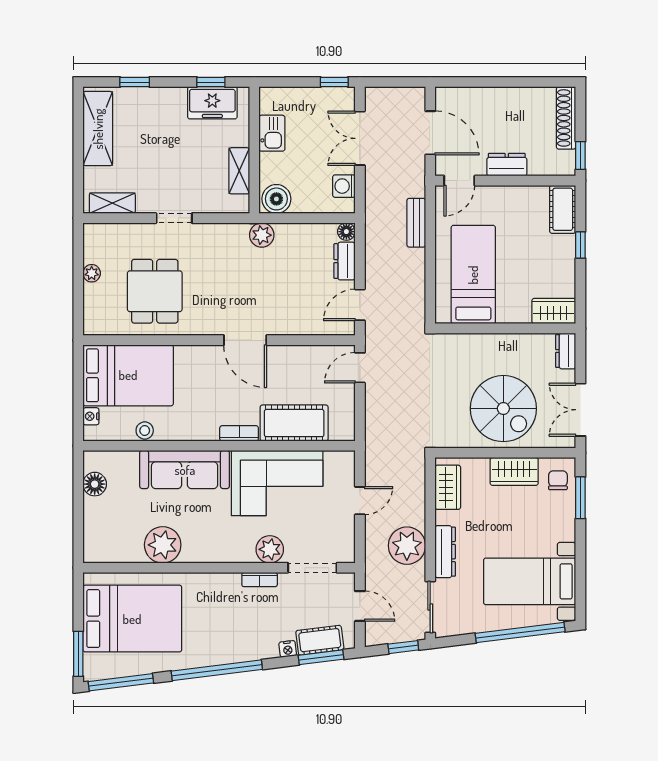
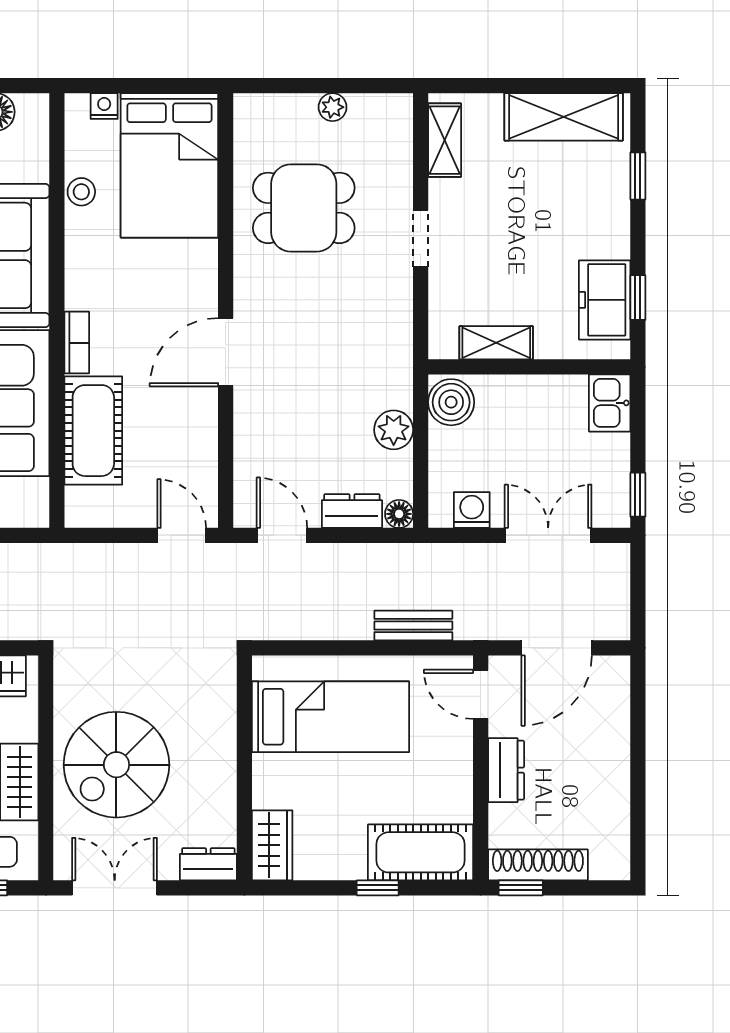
shoe rack: (566, 118) -> (538, 865), moved
kitchen sink: (272, 133) -> (610, 403), moved, turned 90
cot: (563, 209) -> (421, 852), width x1.37, depth x1.34
plant: (262, 235) -> (394, 430), moved

